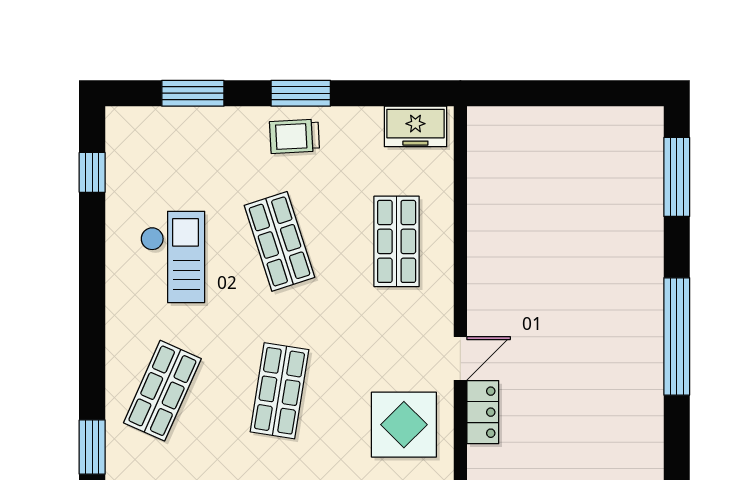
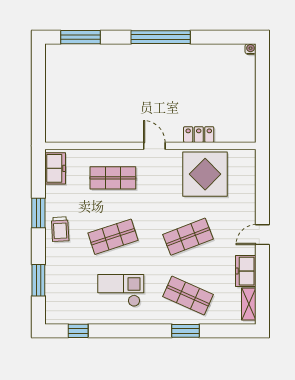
window: (301, 93) -> (38, 213), moved
door: (460, 358) -> (154, 146), moved
shop shelf: (279, 391) -> (188, 237), turned -30
display table: (404, 425) -> (205, 174), width x1.36, depth x1.36
window: (92, 447) -> (186, 331), moved

